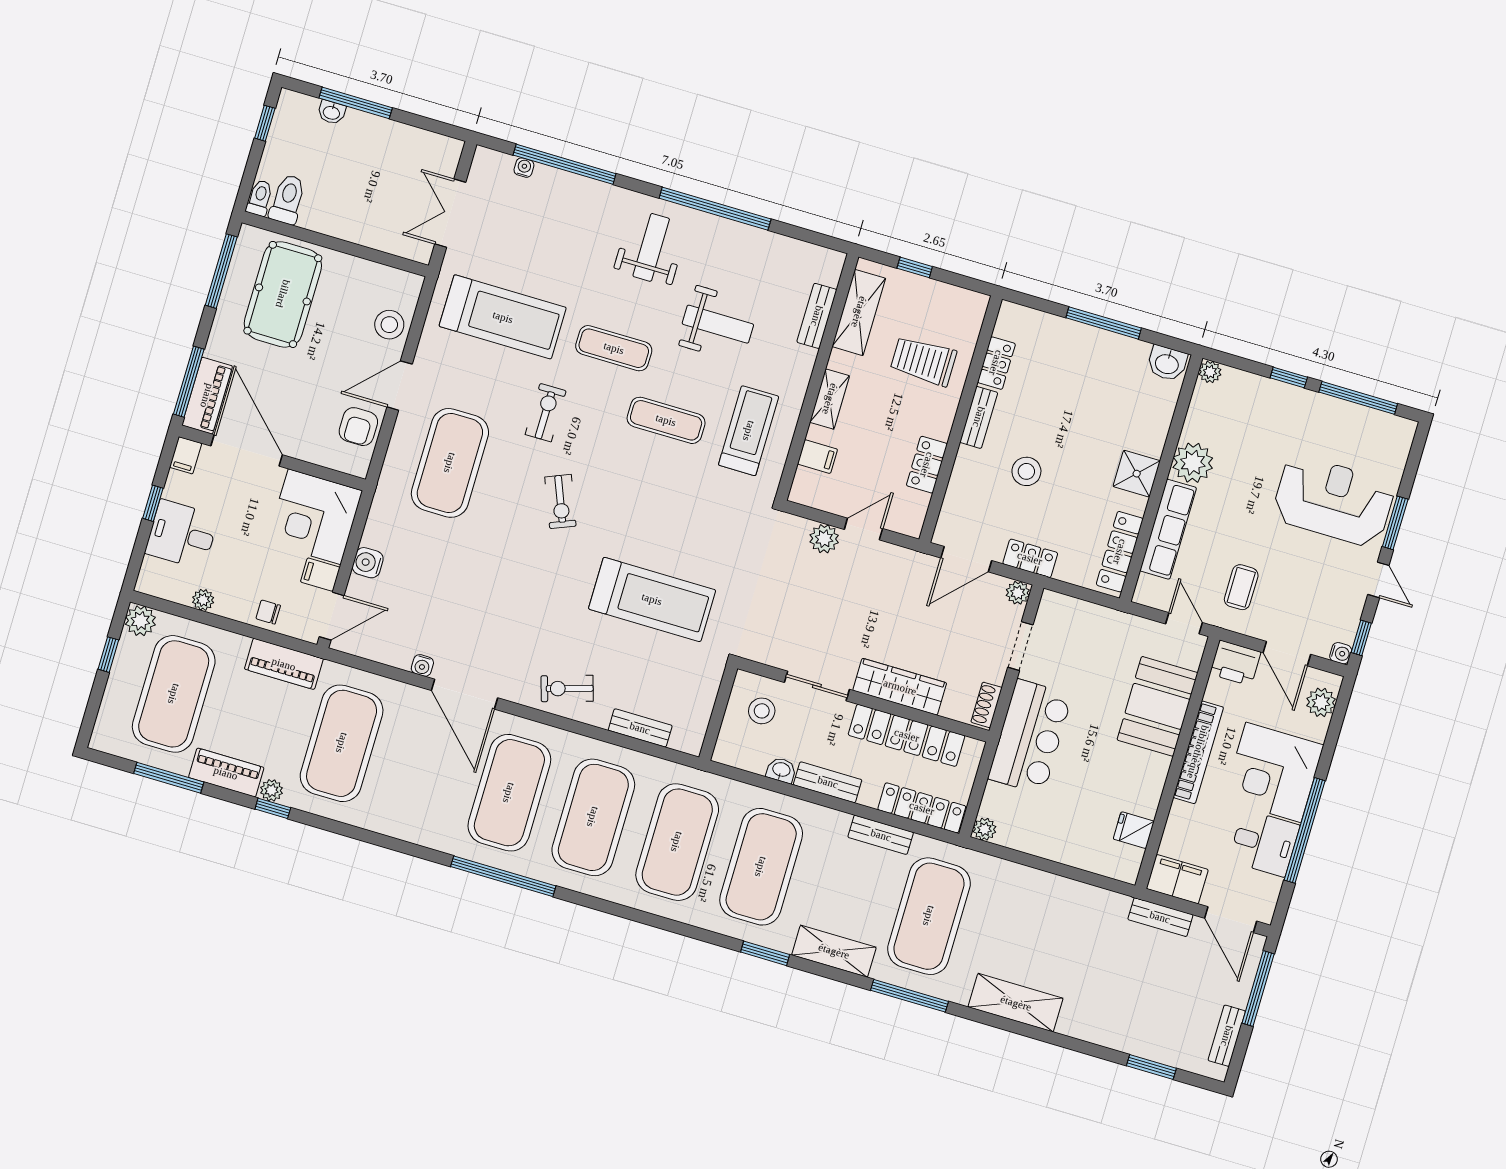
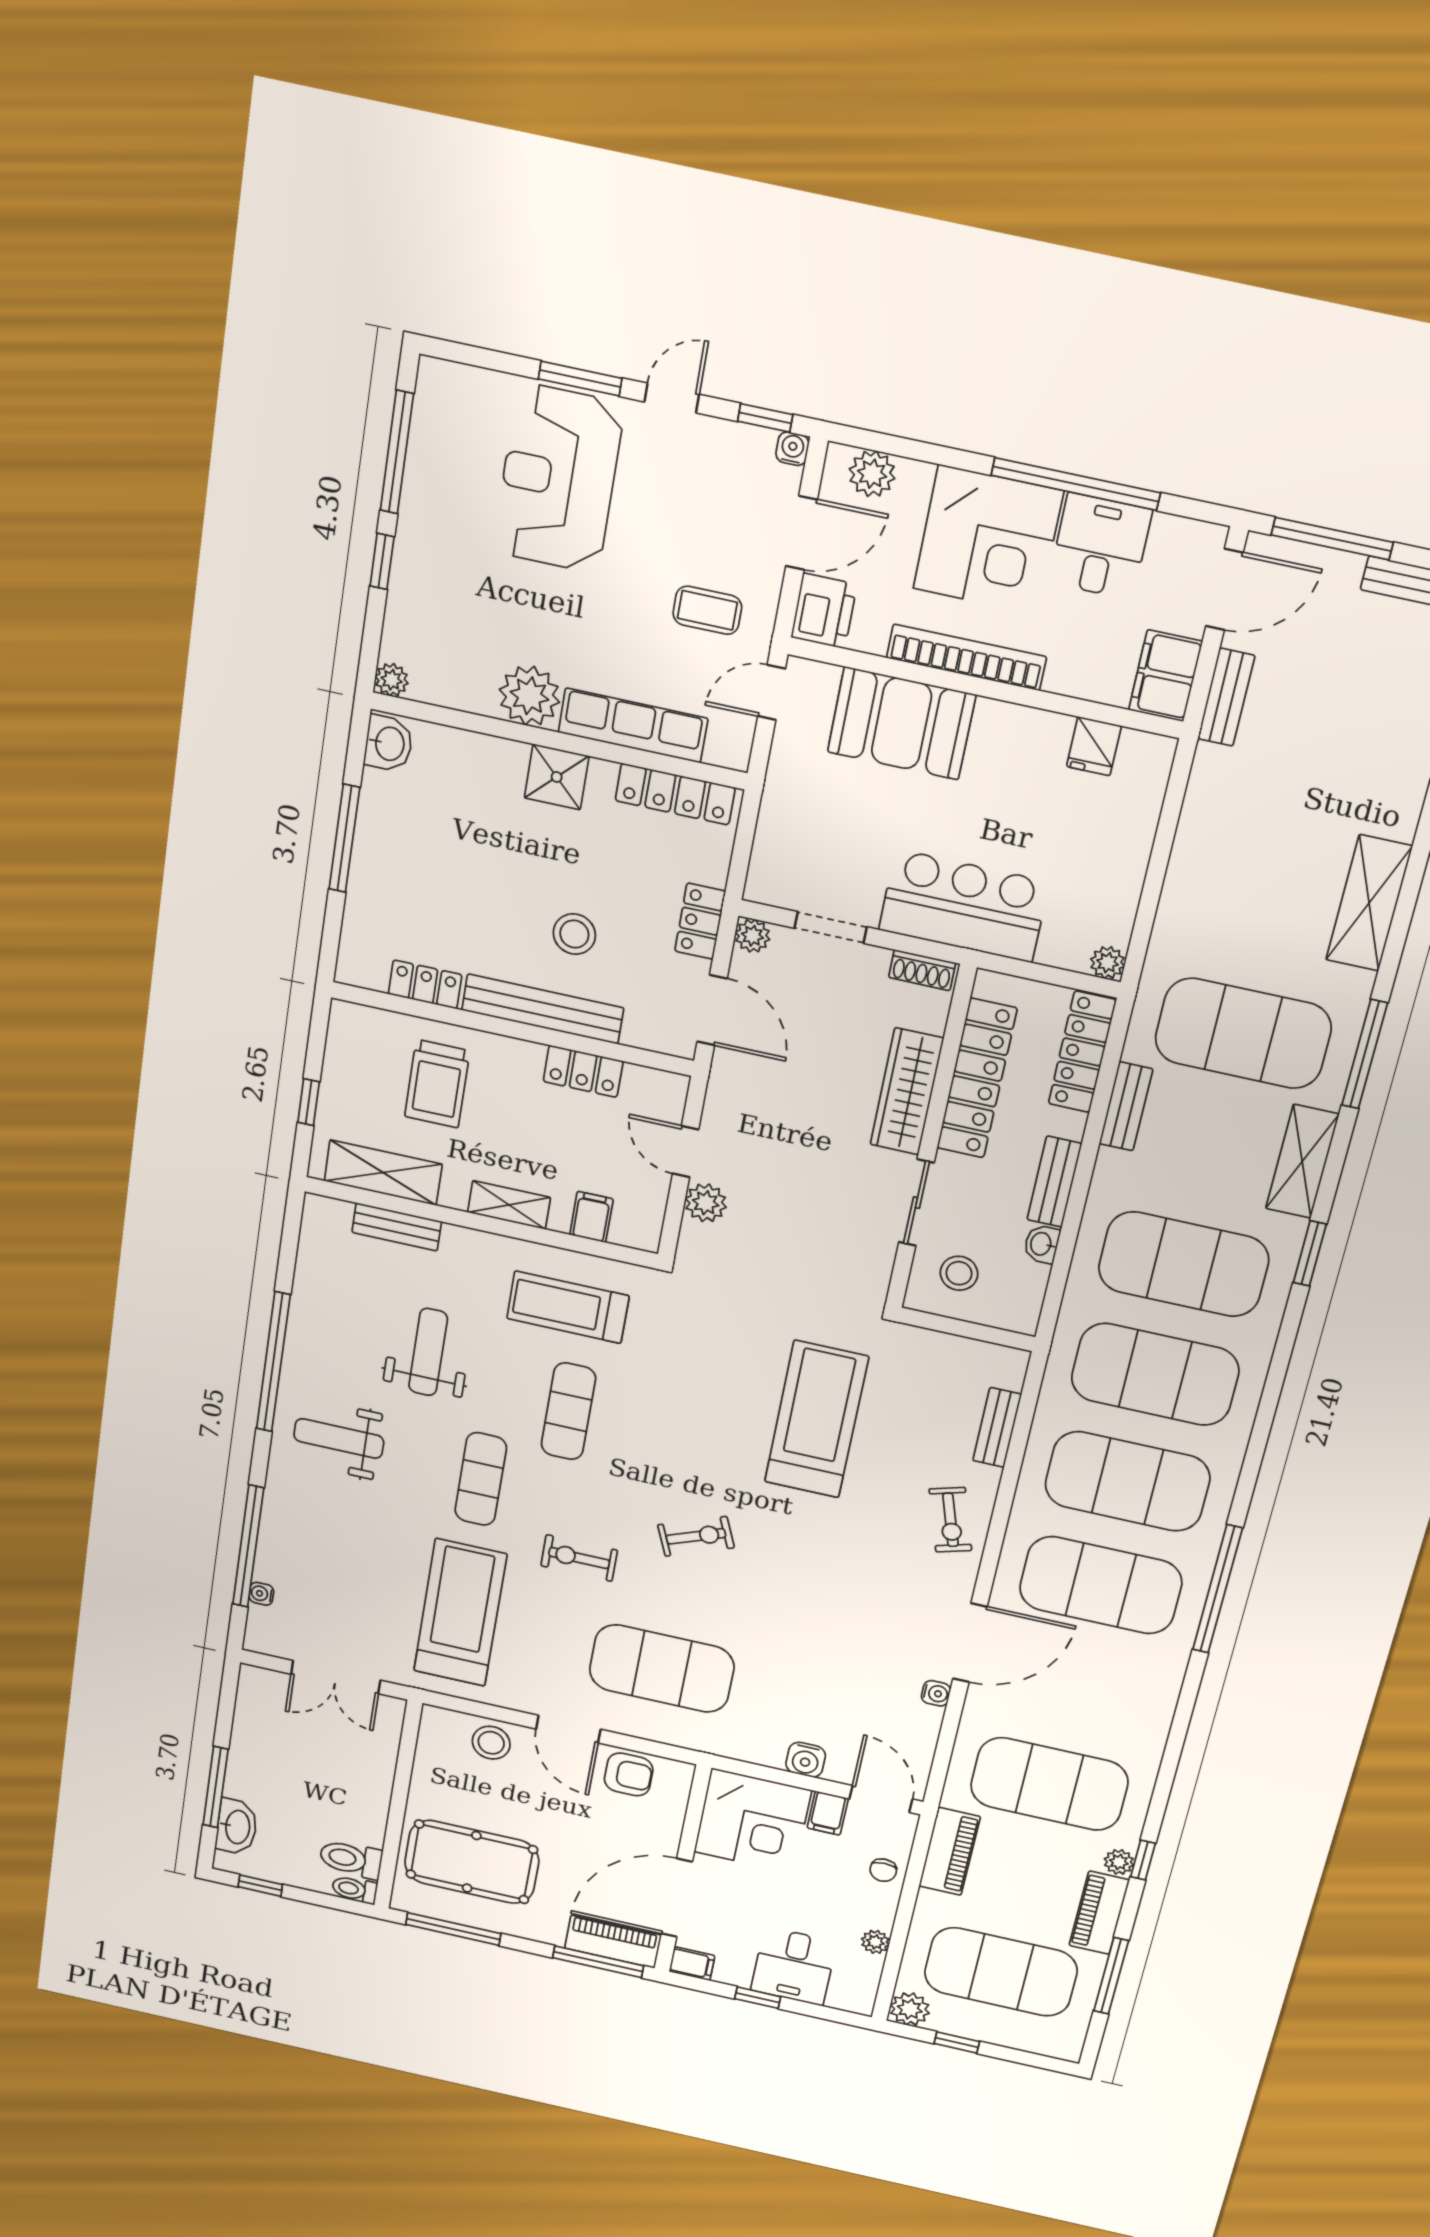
washbasin: (332, 112) -> (237, 1827), width x1.91, depth x1.45
bench: (979, 417) -> (543, 1009), width x1.86, depth x1.21

